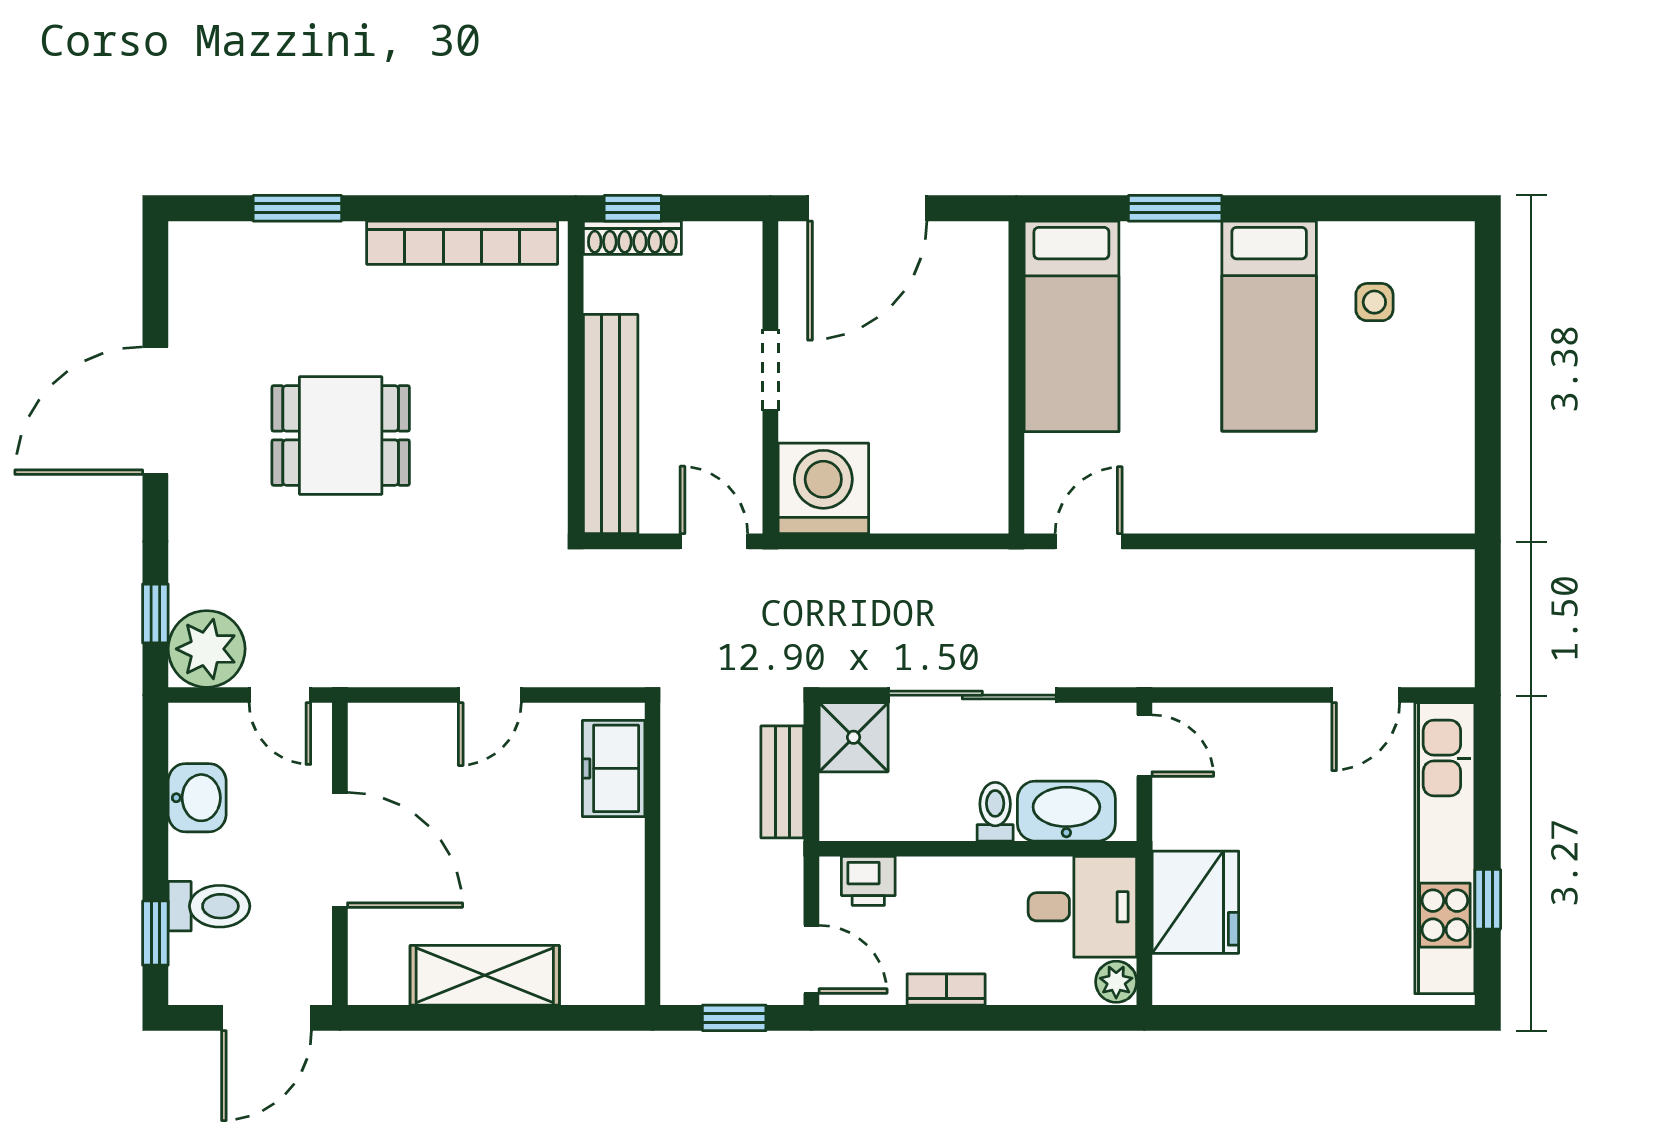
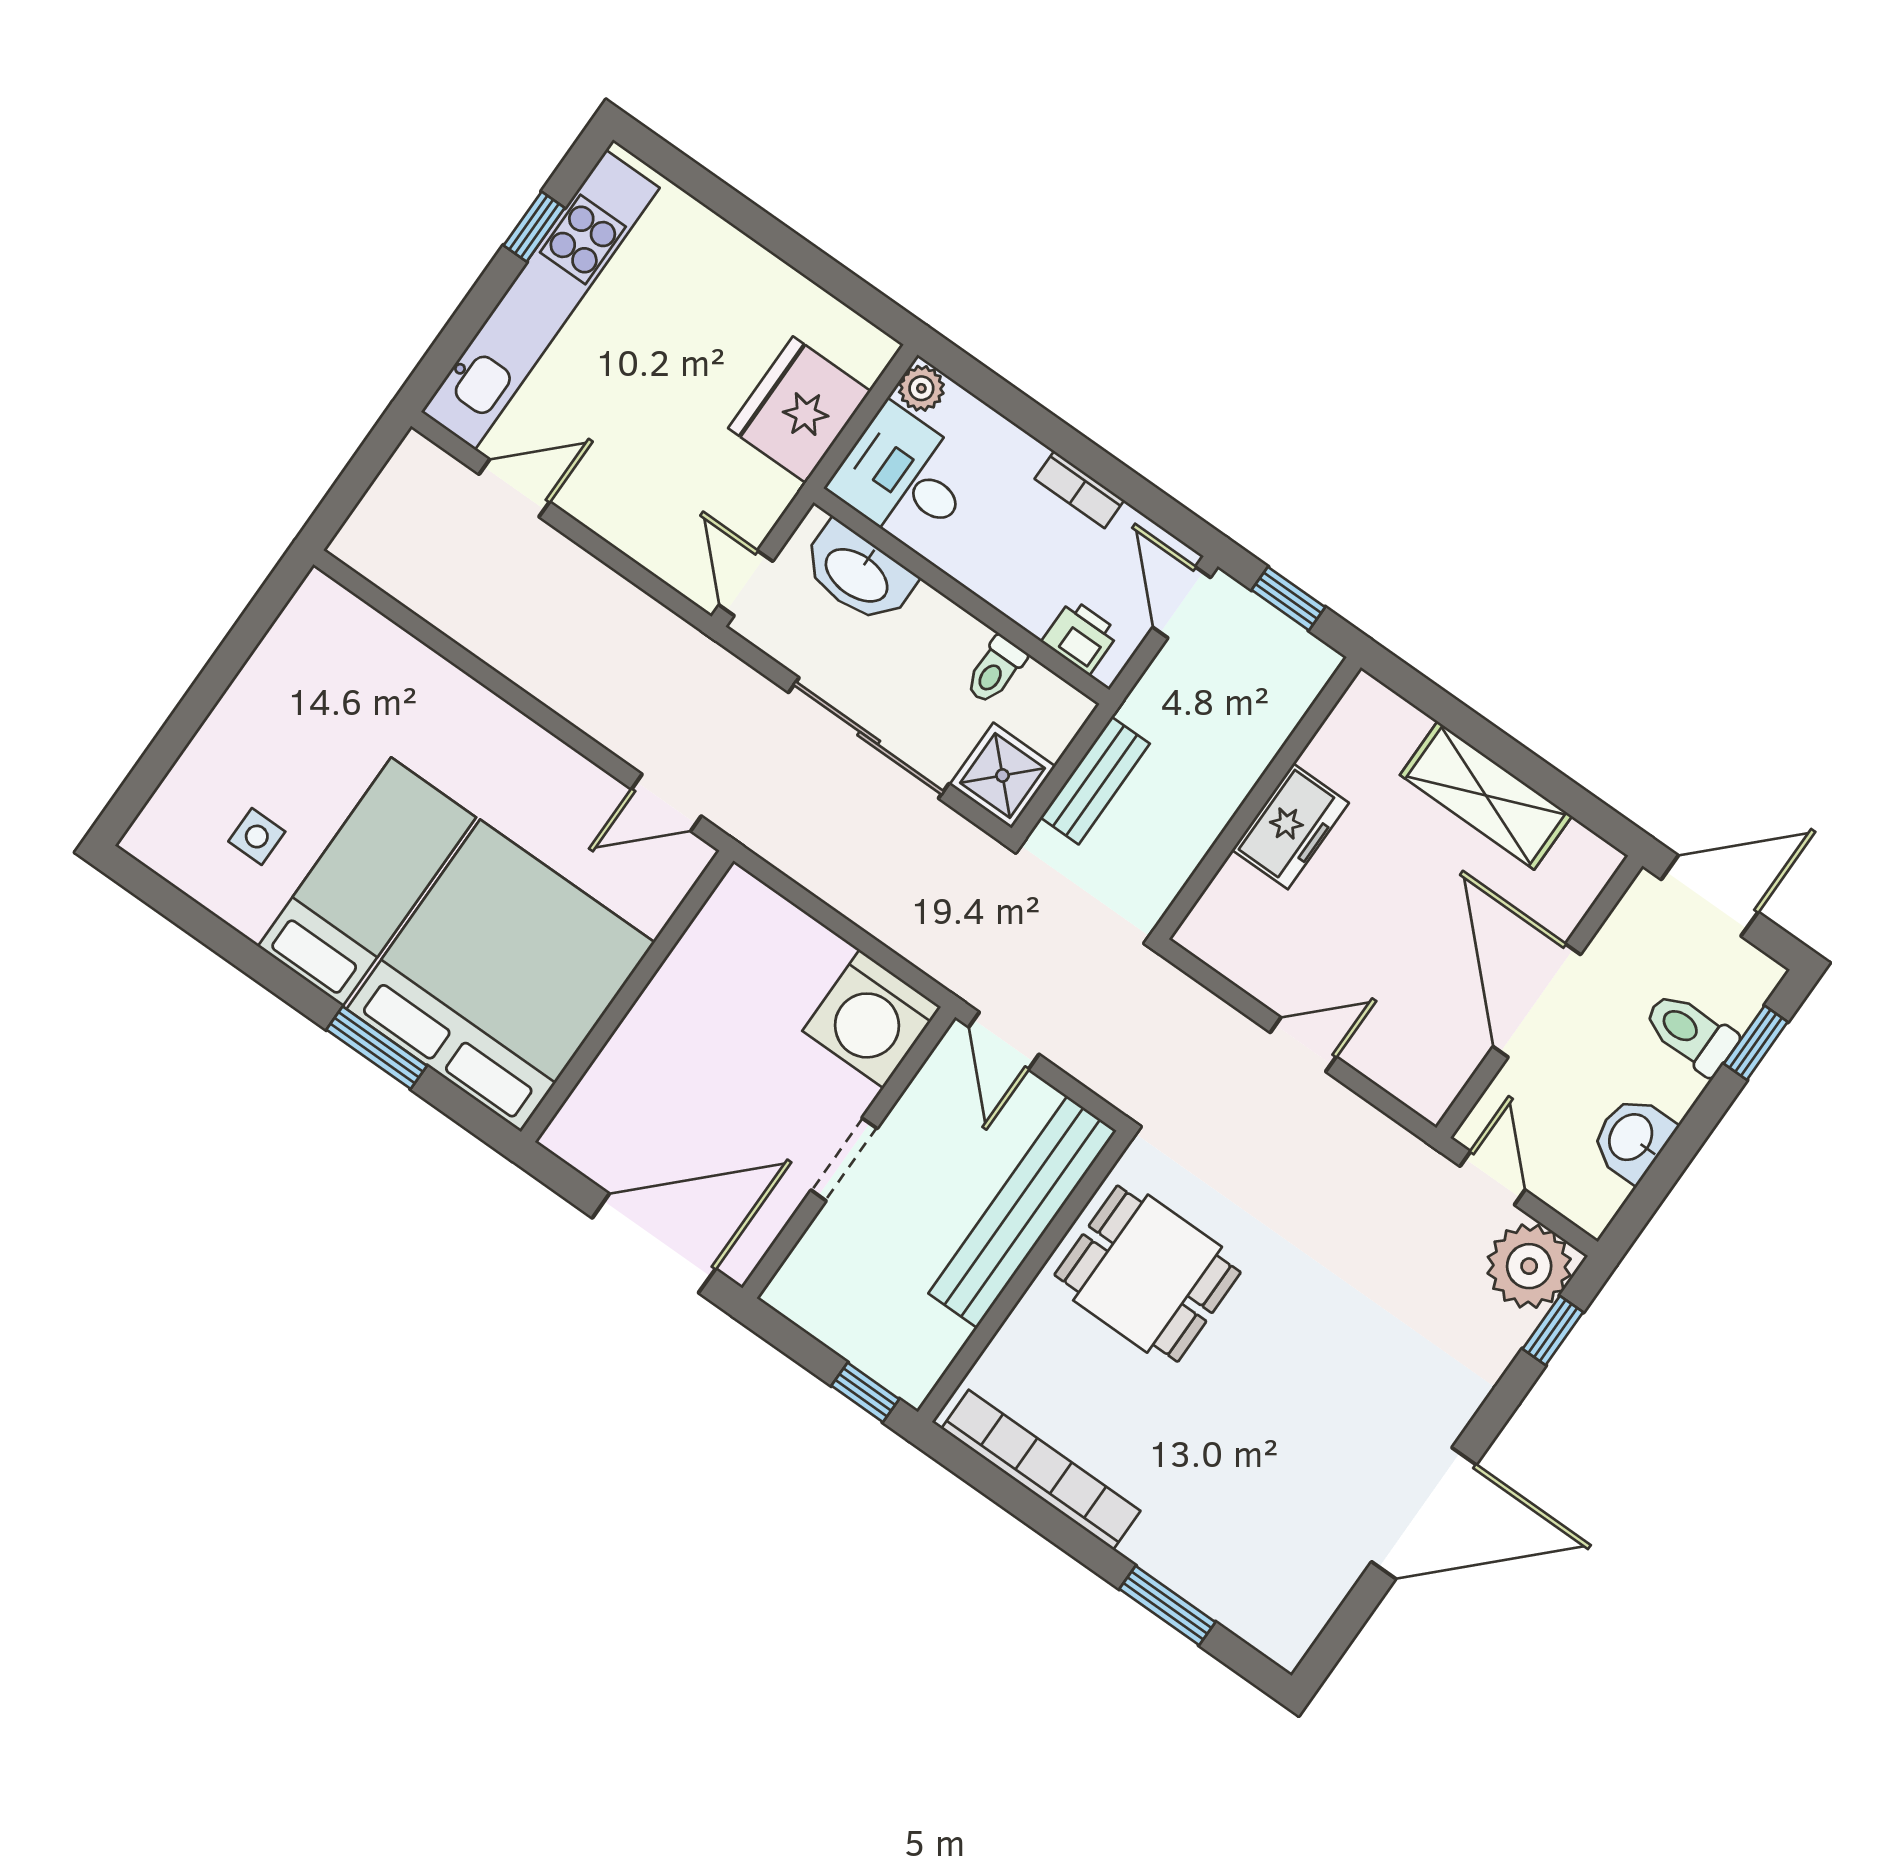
shoe rack: (632, 238) -> (884, 1366), removed
bed: (1071, 326) -> (501, 976), width x2.04
dining table: (341, 435) -> (1148, 1274), moved
freezer: (614, 768) -> (1290, 826), moved
toilet: (995, 812) -> (995, 670), moved

